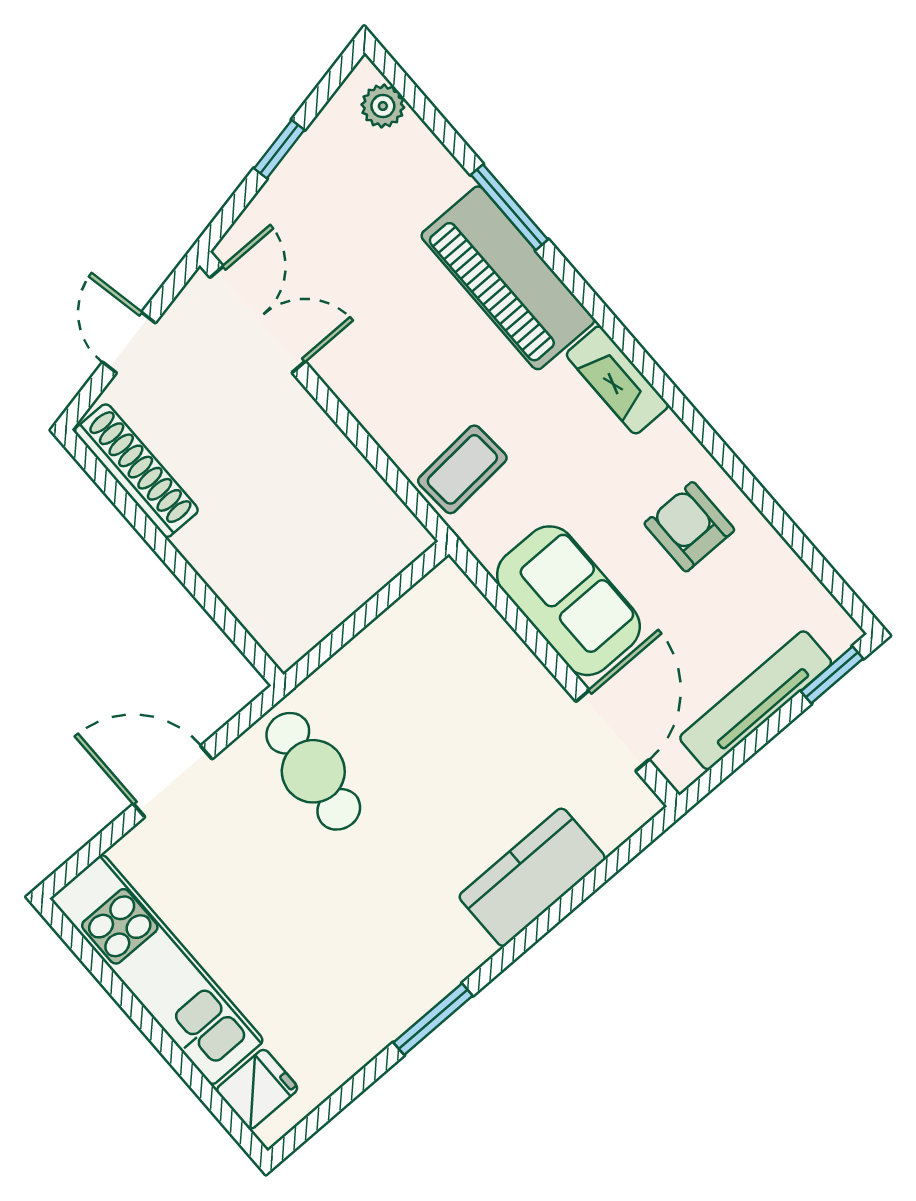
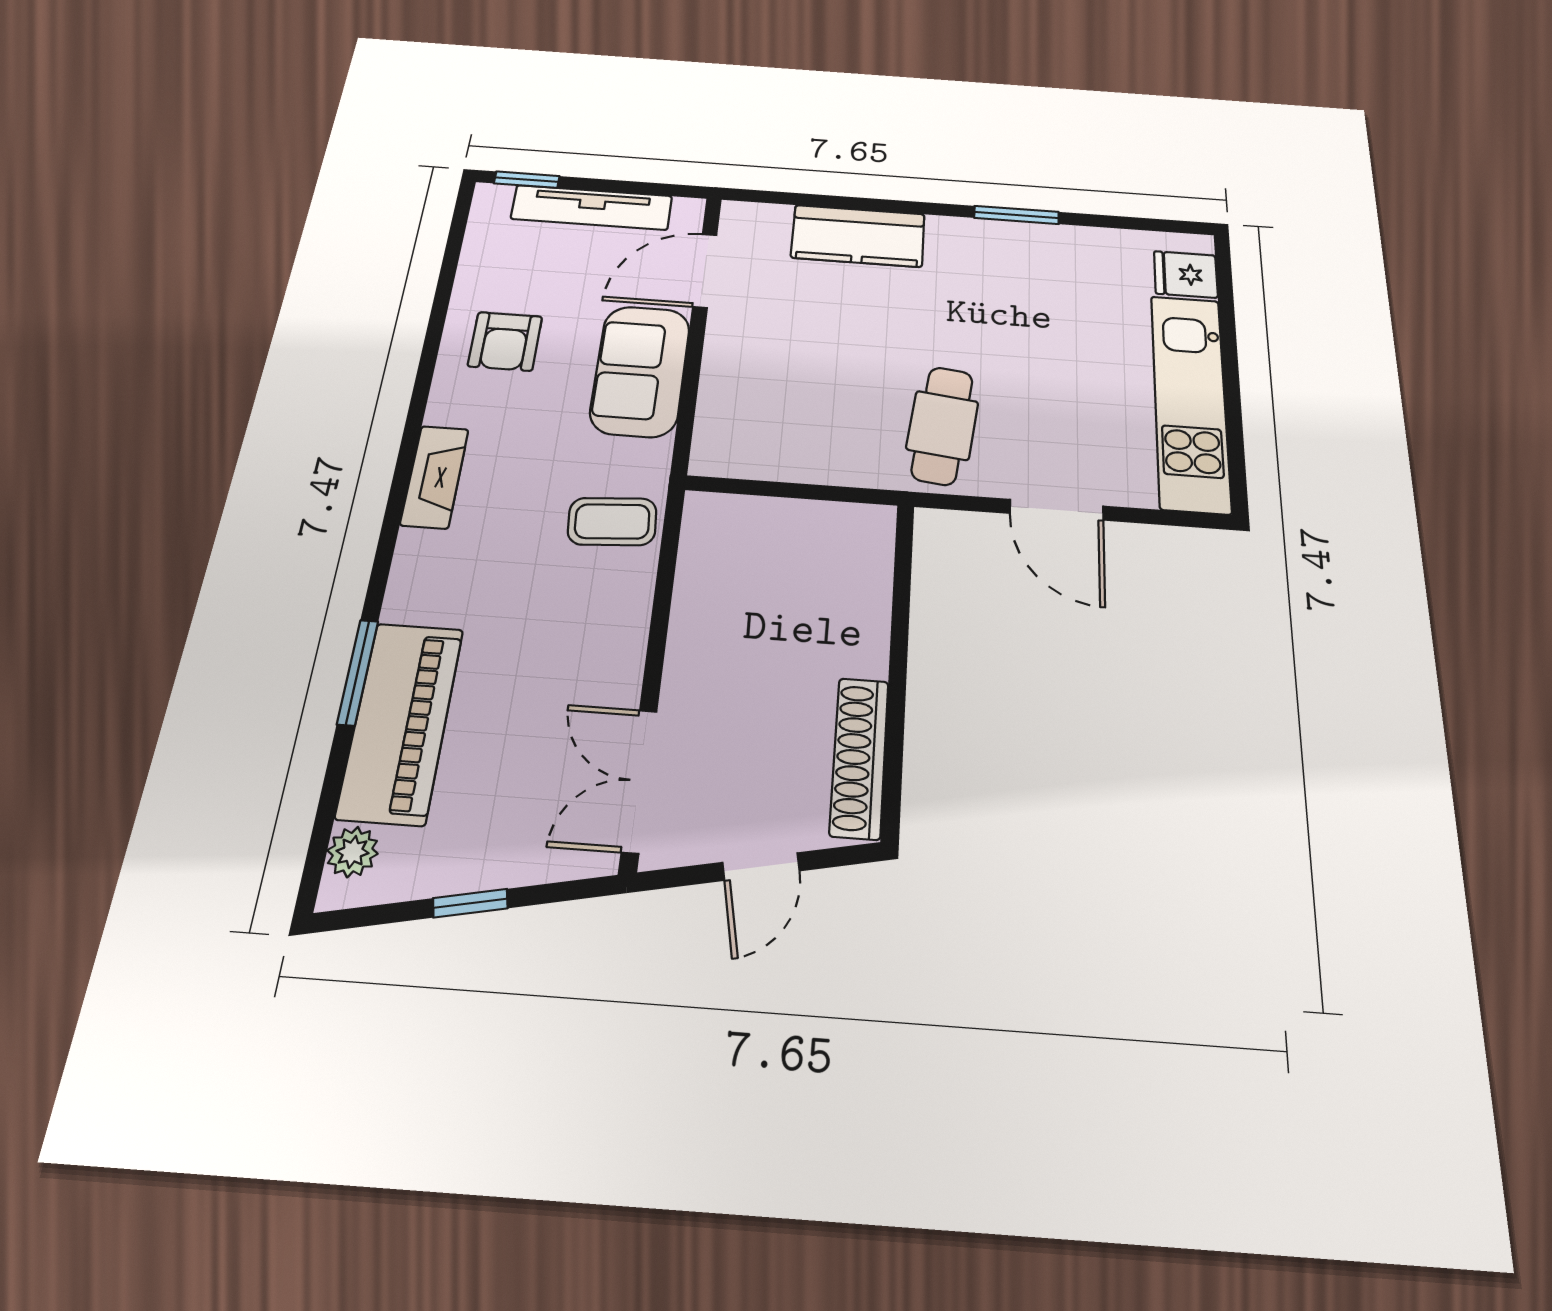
piano: (508, 278) -> (401, 722), moved

